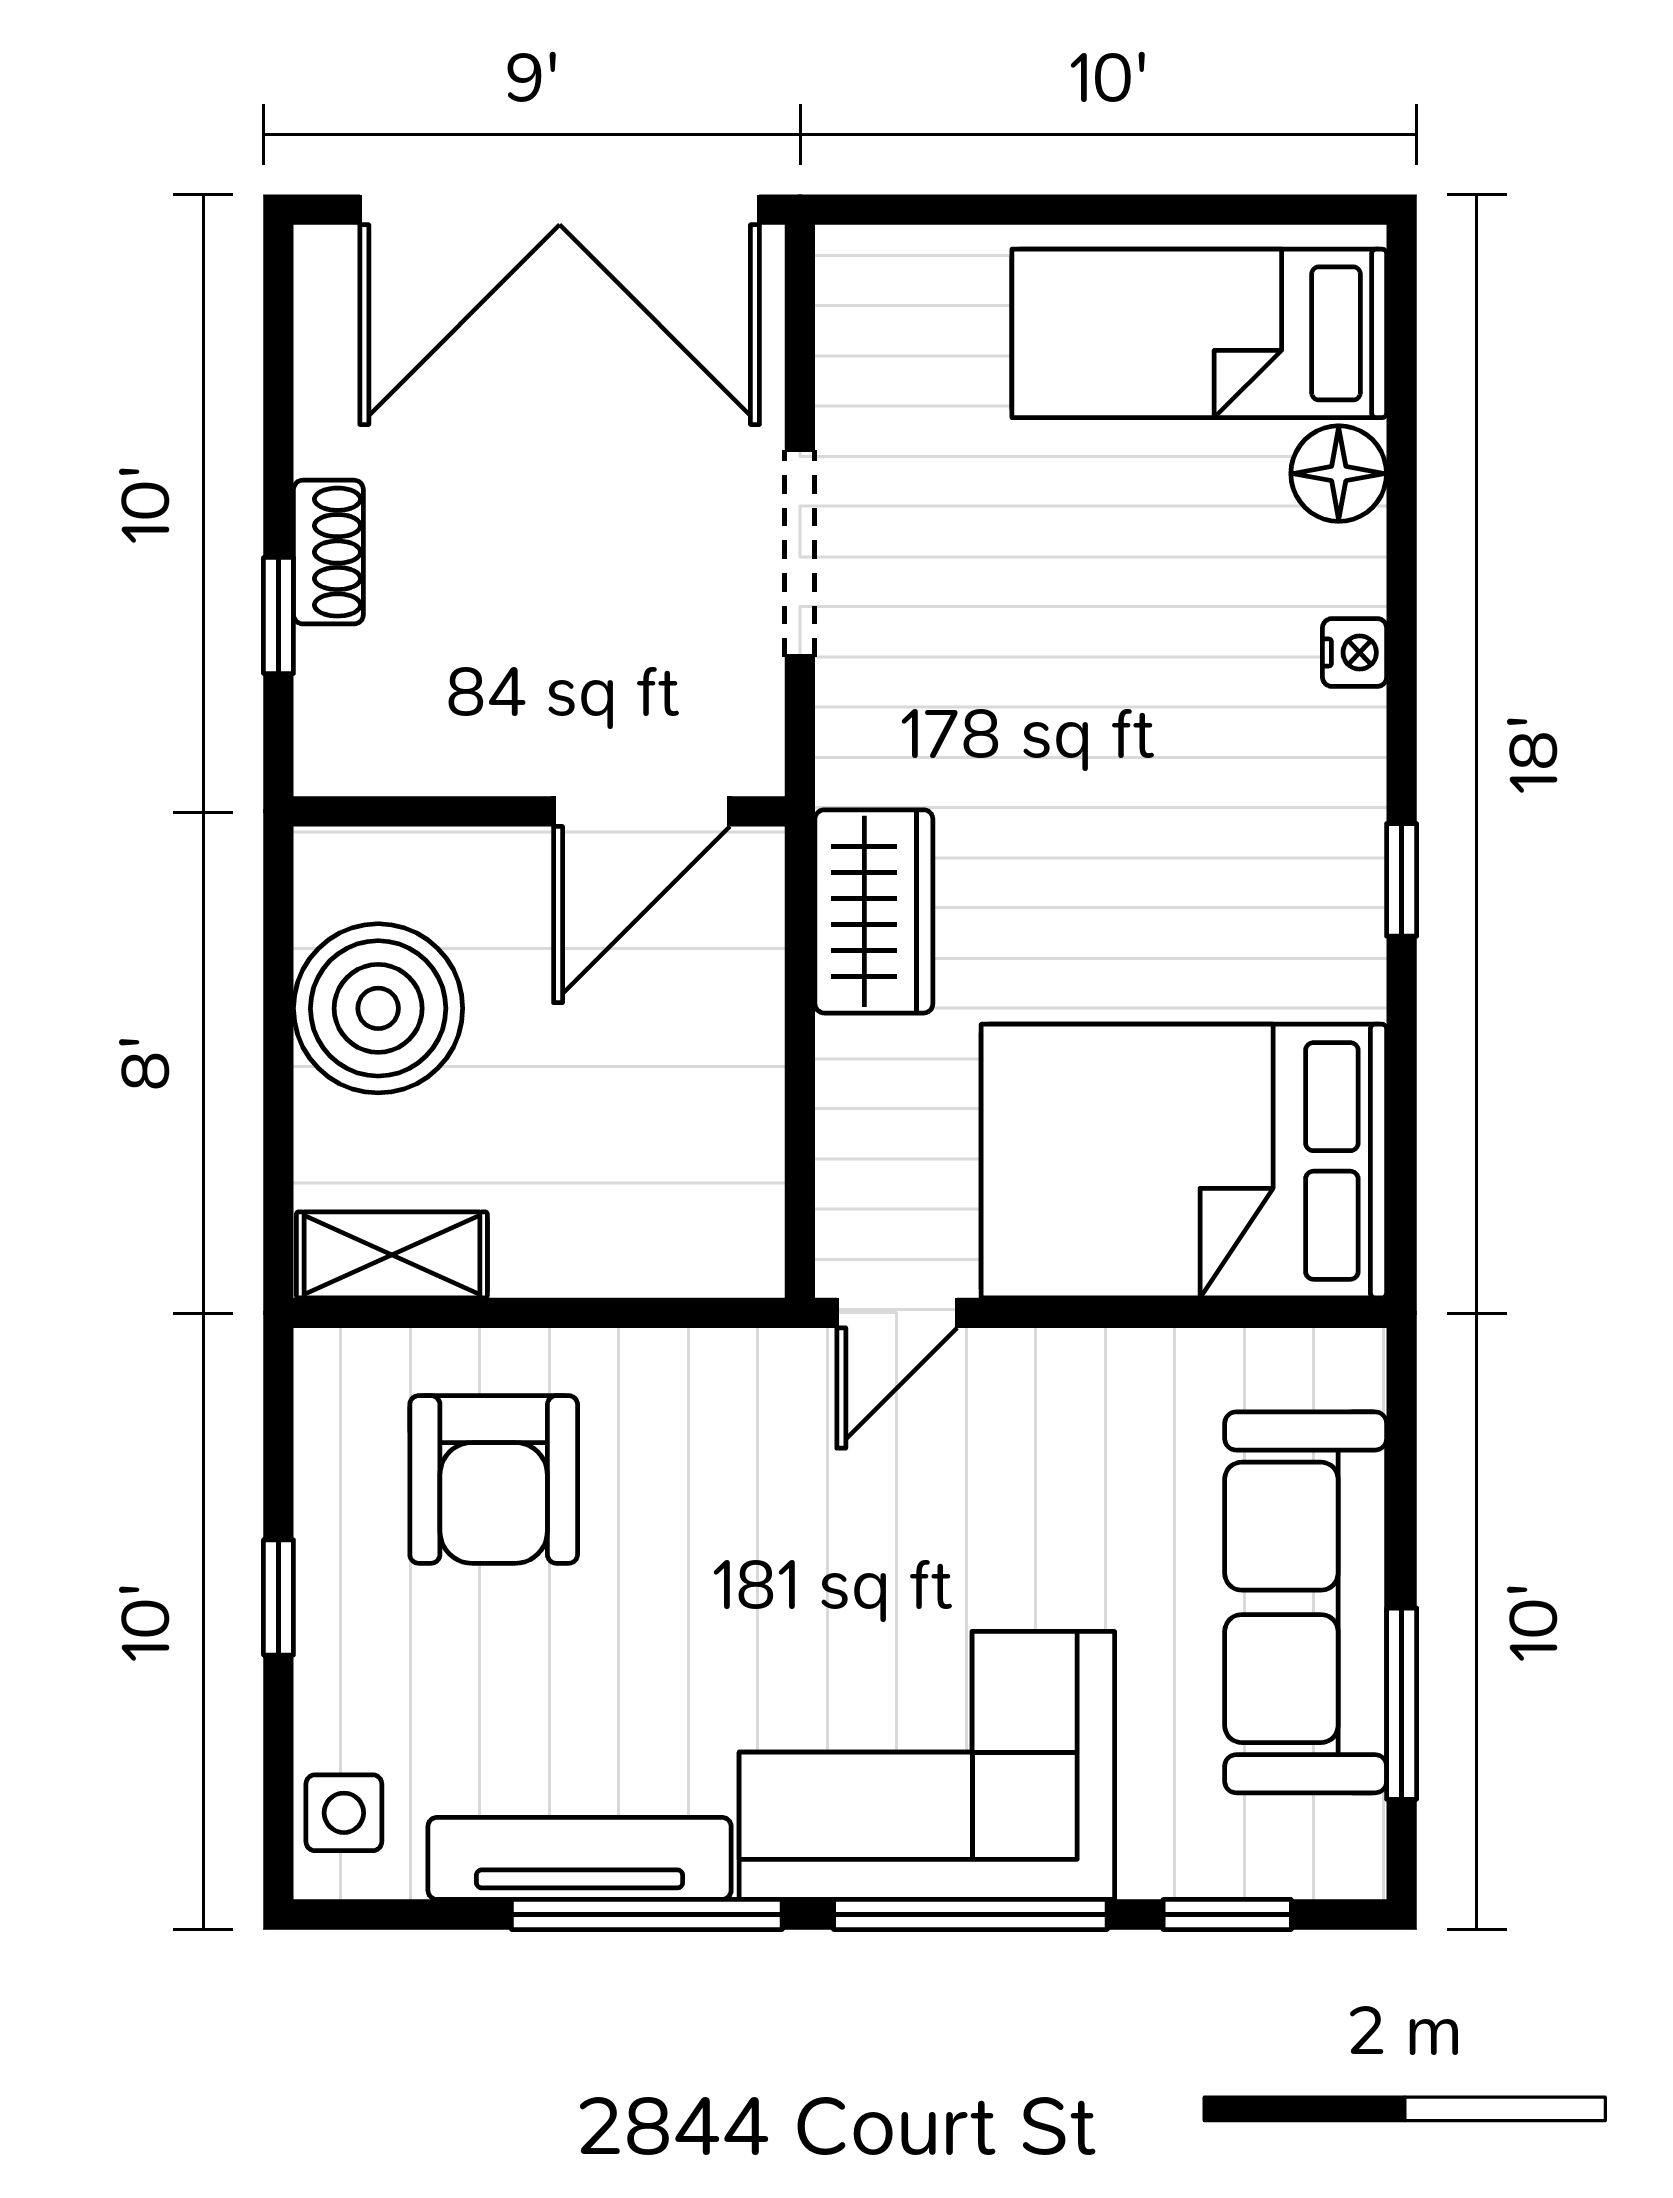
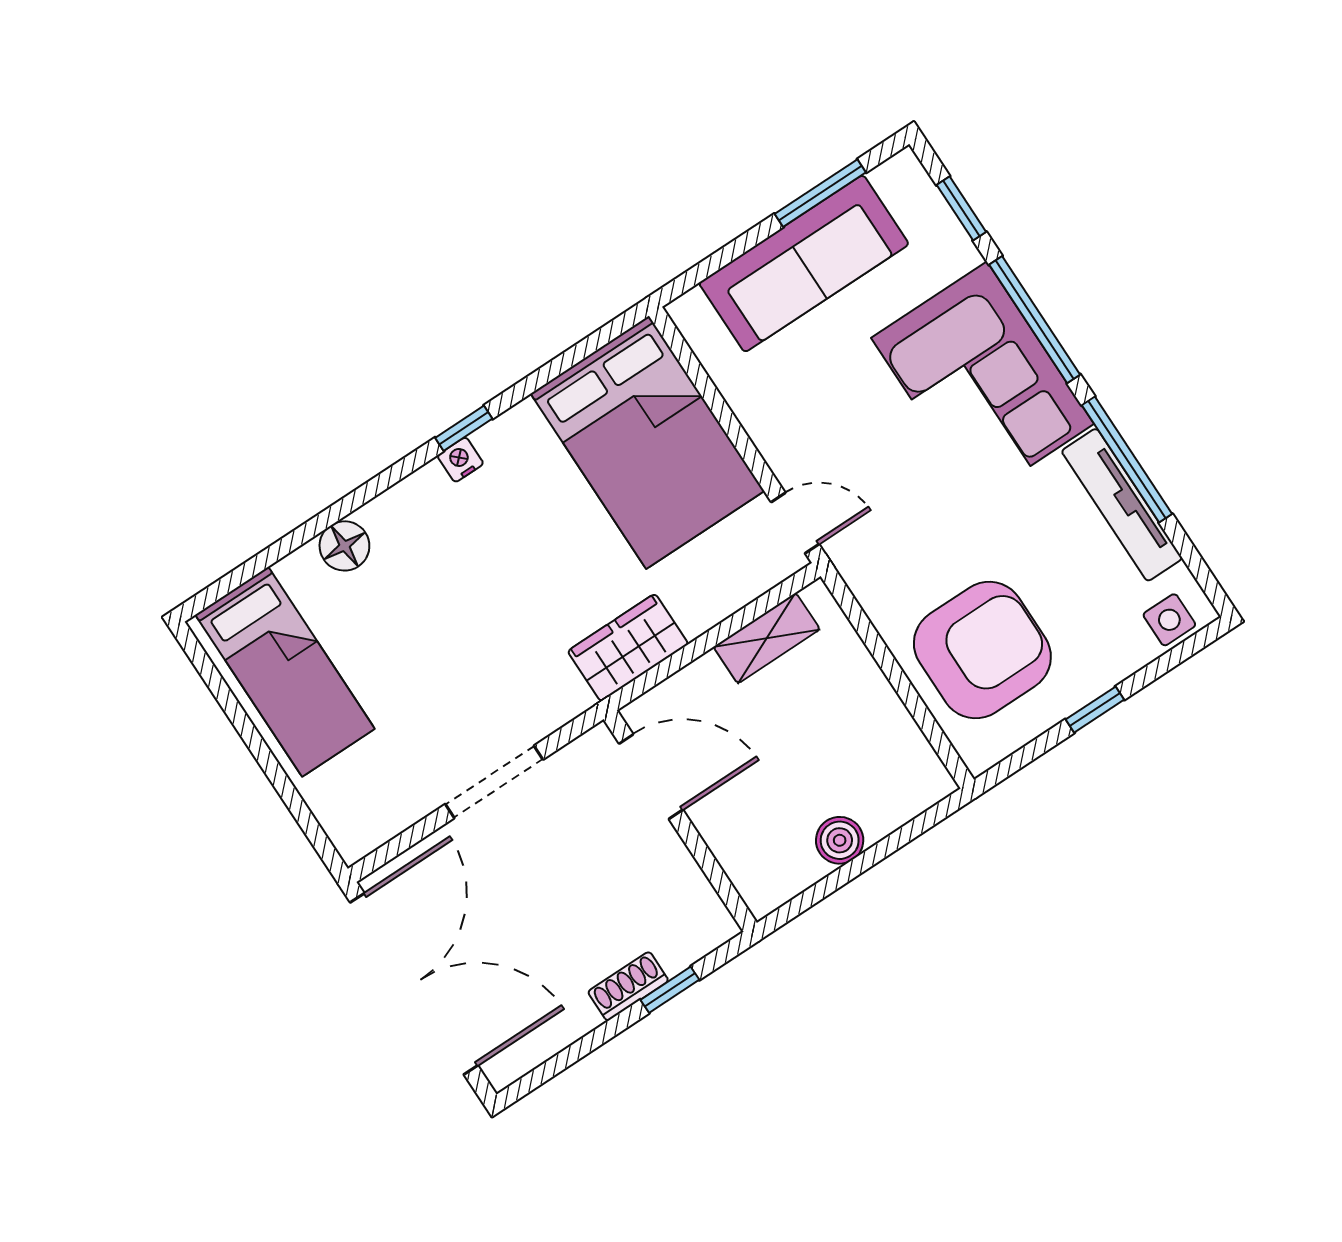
floor lamp: (1339, 474) -> (344, 546), moved
nightstand: (1355, 653) -> (460, 460), moved
boiler: (378, 1008) -> (840, 840), width x0.54, depth x0.54
shelving: (392, 1255) -> (767, 638), moved, turned 90
armchair: (494, 1479) -> (982, 650), width x1.36, depth x1.36

